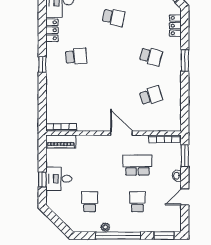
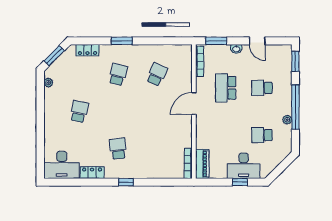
school desk: (151, 96) -> (157, 74), turned 42
desk: (59, 179) -> (244, 166), width x1.37

